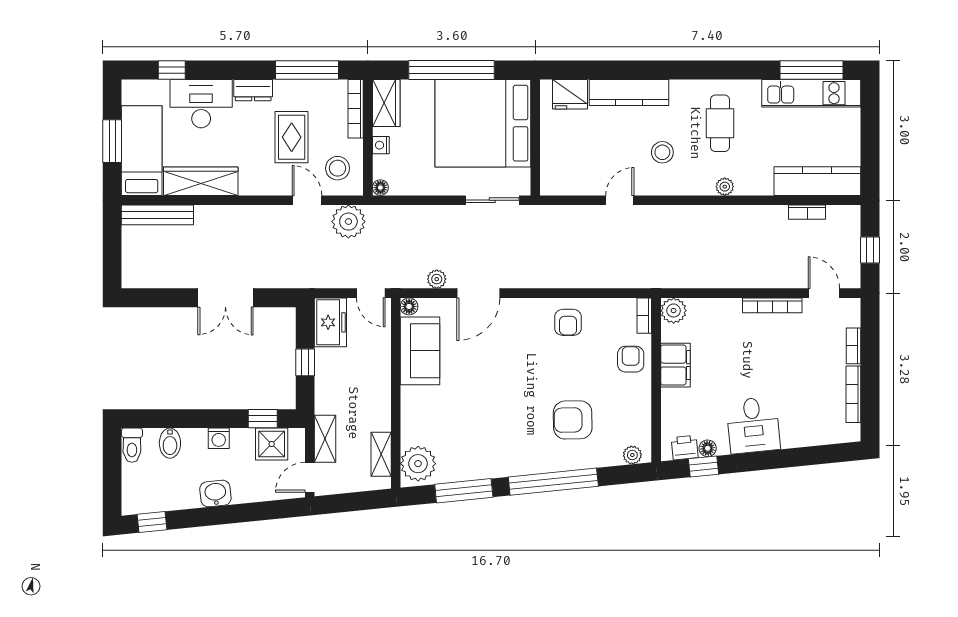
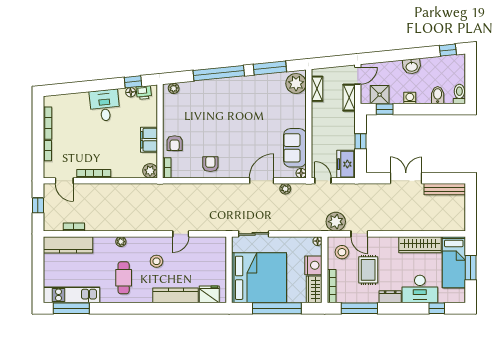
nightstand: (381, 145) -> (313, 265), width x1.89, depth x1.79
bench: (157, 215) -> (445, 189), moved
armchair: (573, 420) -> (208, 108), removed

